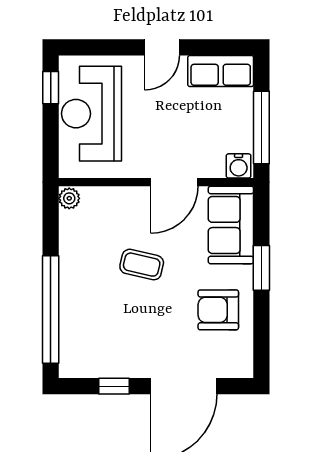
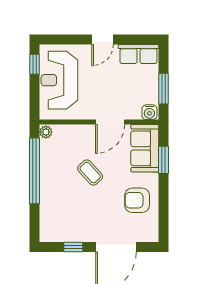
window: (261, 128) -> (163, 89), width x0.69
coffee table: (142, 265) -> (90, 173), turned 35
window: (261, 268) -> (163, 160), moved
window: (51, 309) -> (34, 171), moved

